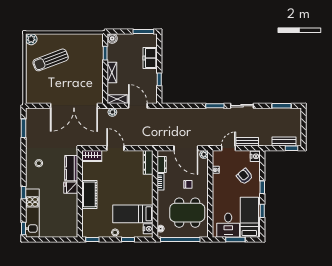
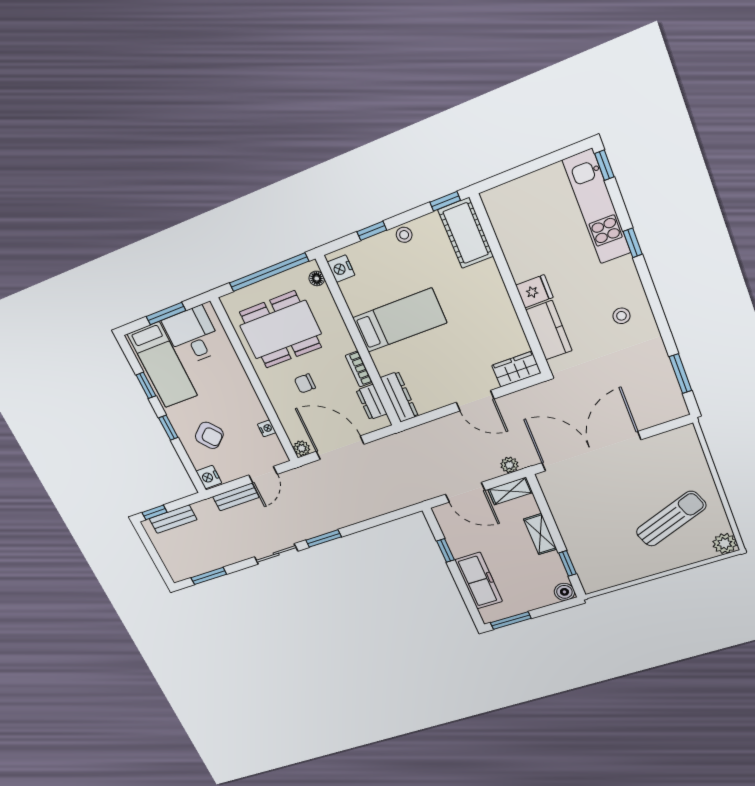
freezer: (150, 58) -> (479, 581), width x1.40
cot: (89, 194) -> (466, 233), moved
bed: (133, 214) -> (400, 320), moved

